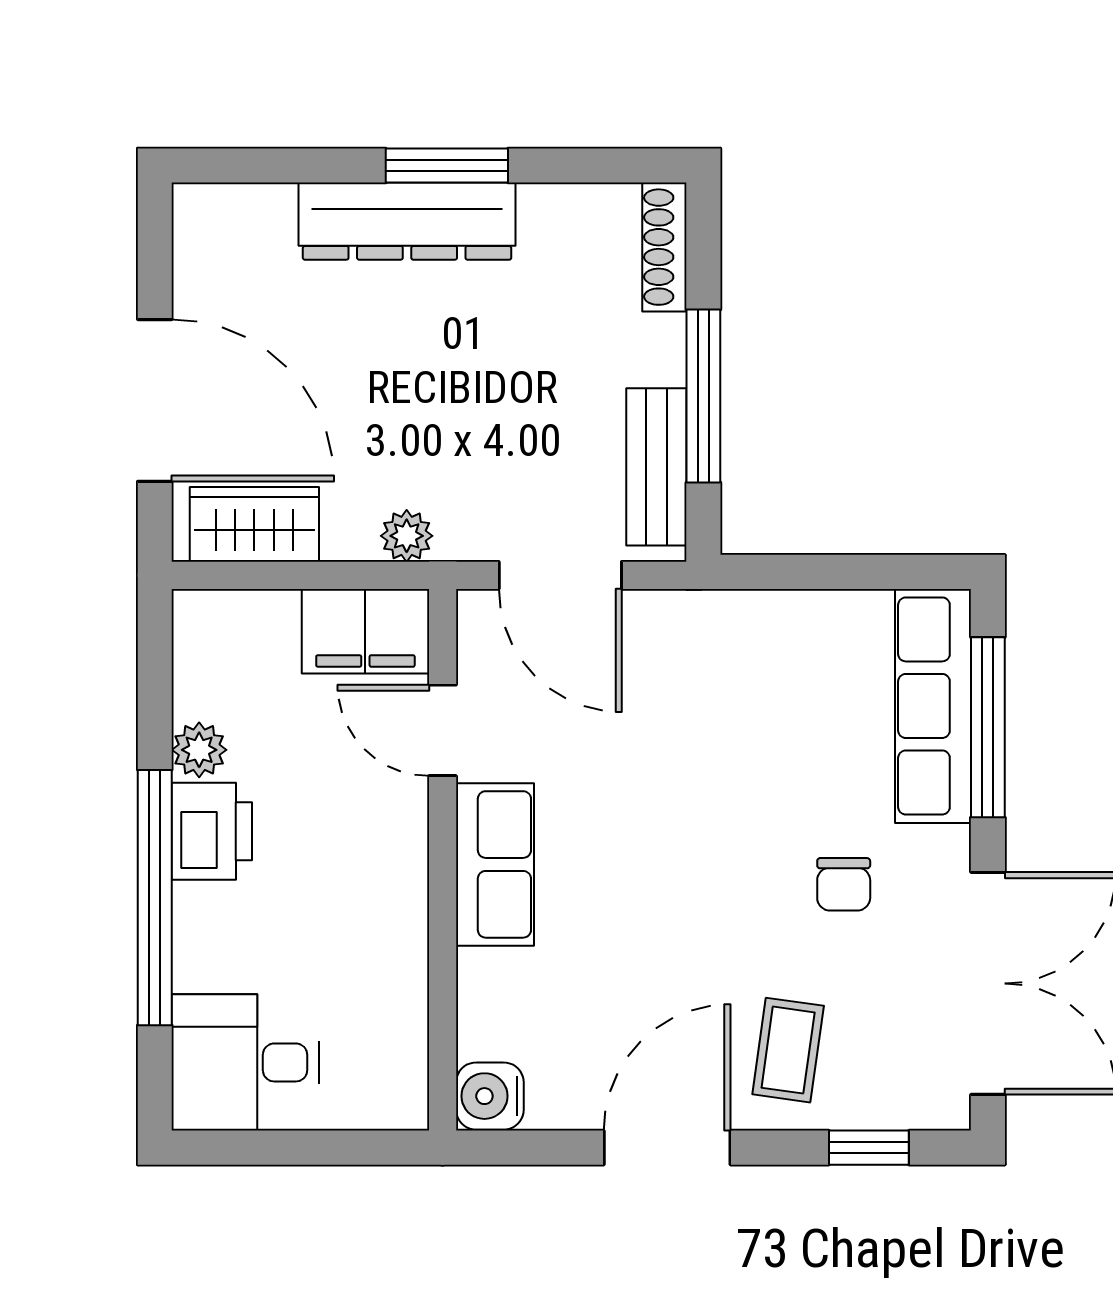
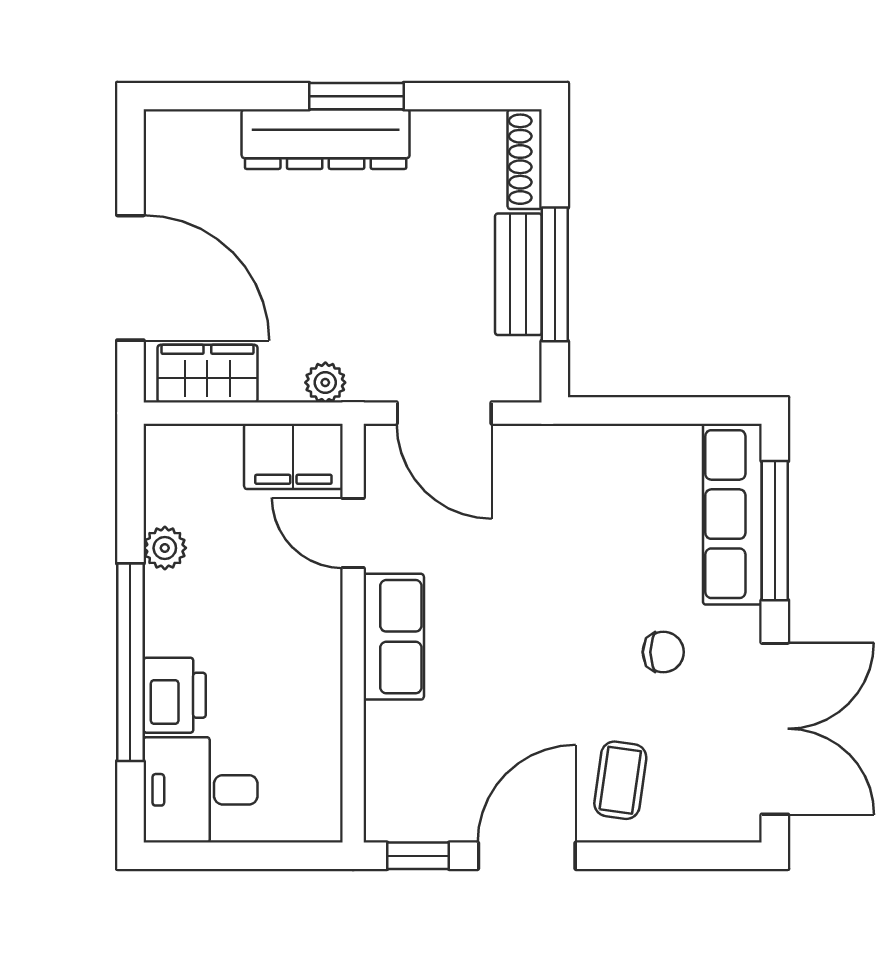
bench: (656, 467) -> (518, 274), moved
printer: (212, 831) -> (175, 695), moved
chair: (844, 884) -> (663, 652), turned -90
water cooler: (490, 1096) -> (390, 816), removed
window: (869, 1148) -> (418, 856), moved

